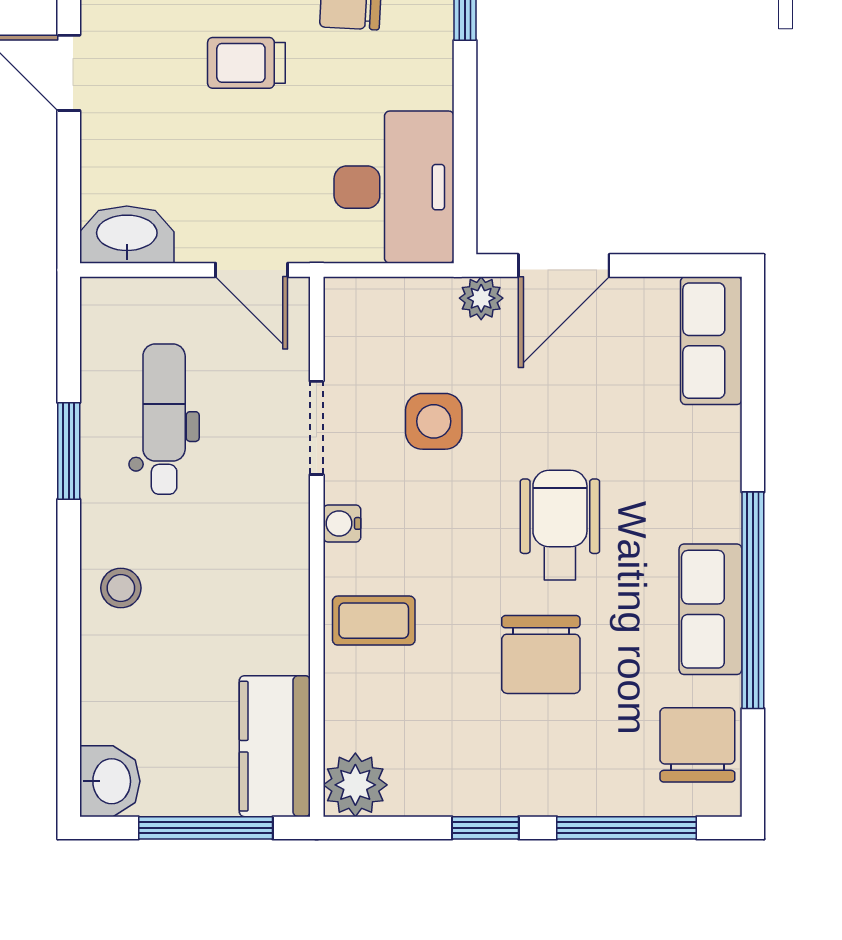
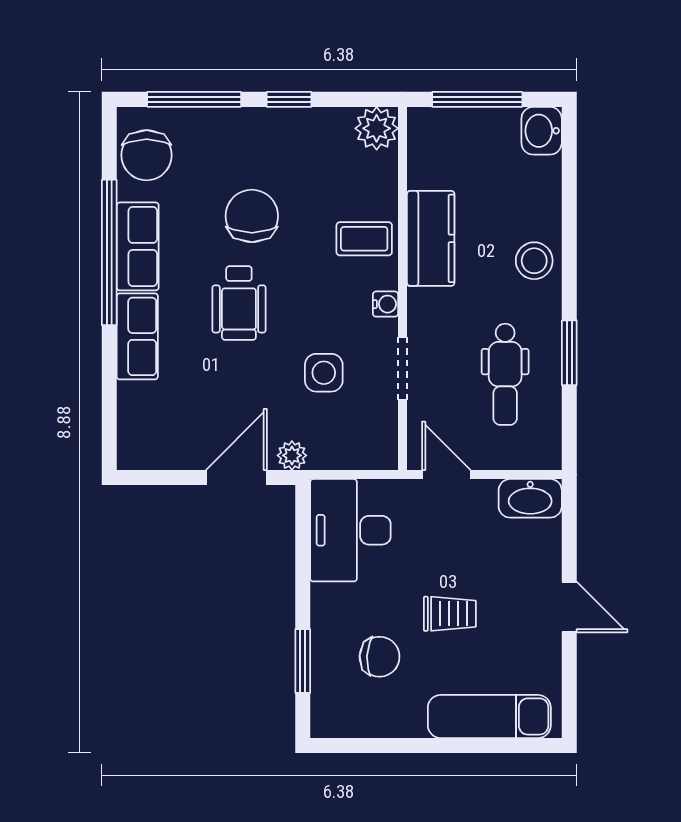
row of seats: (711, 341) -> (137, 336), moved
stool: (121, 588) -> (534, 261), width x1.37, depth x1.37
kitchen counter: (275, 746) -> (431, 238), moved

